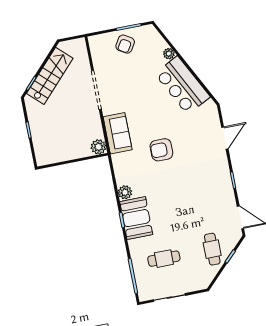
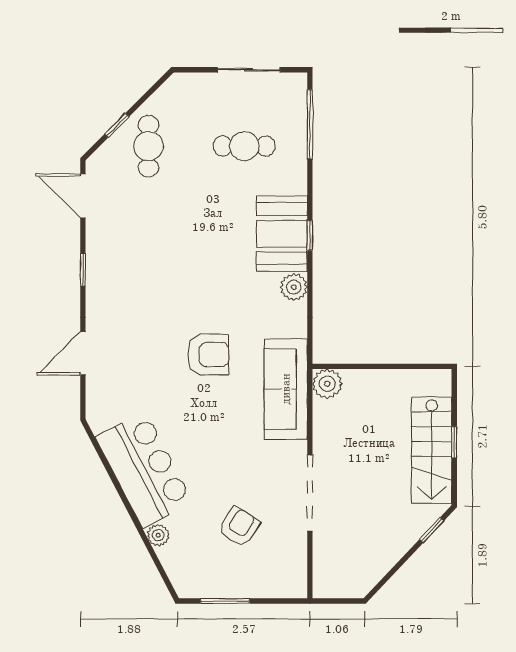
armchair: (125, 44) -> (239, 527), moved
stairs: (50, 76) -> (432, 450), moved, turned -43
sofa: (118, 133) -> (286, 389), width x1.36

